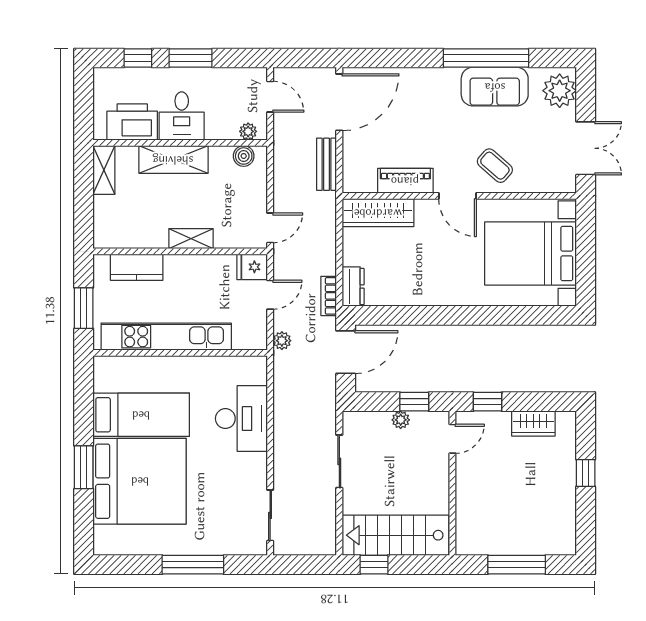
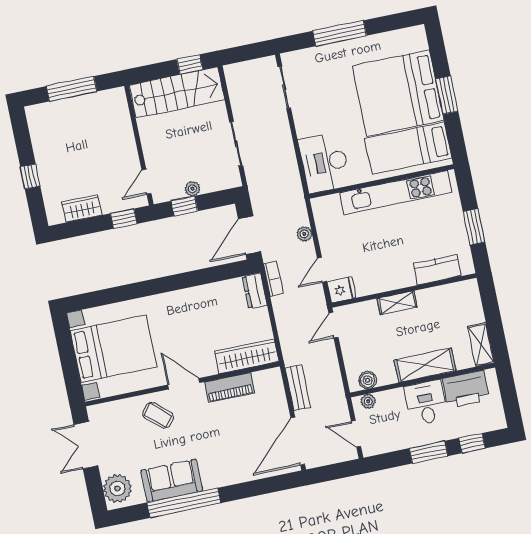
kitchen unit: (166, 337) -> (396, 193), moved
wall: (180, 353) -> (381, 182), moved

